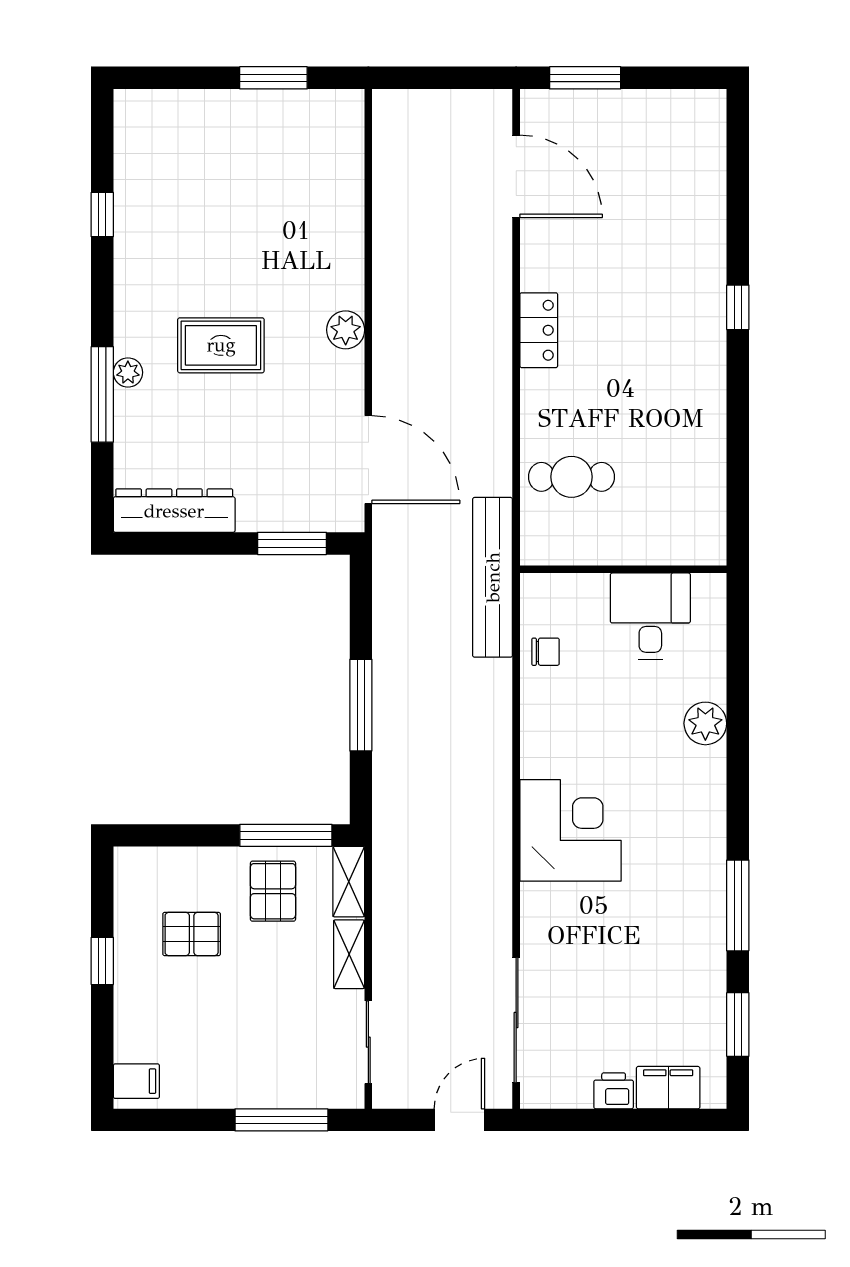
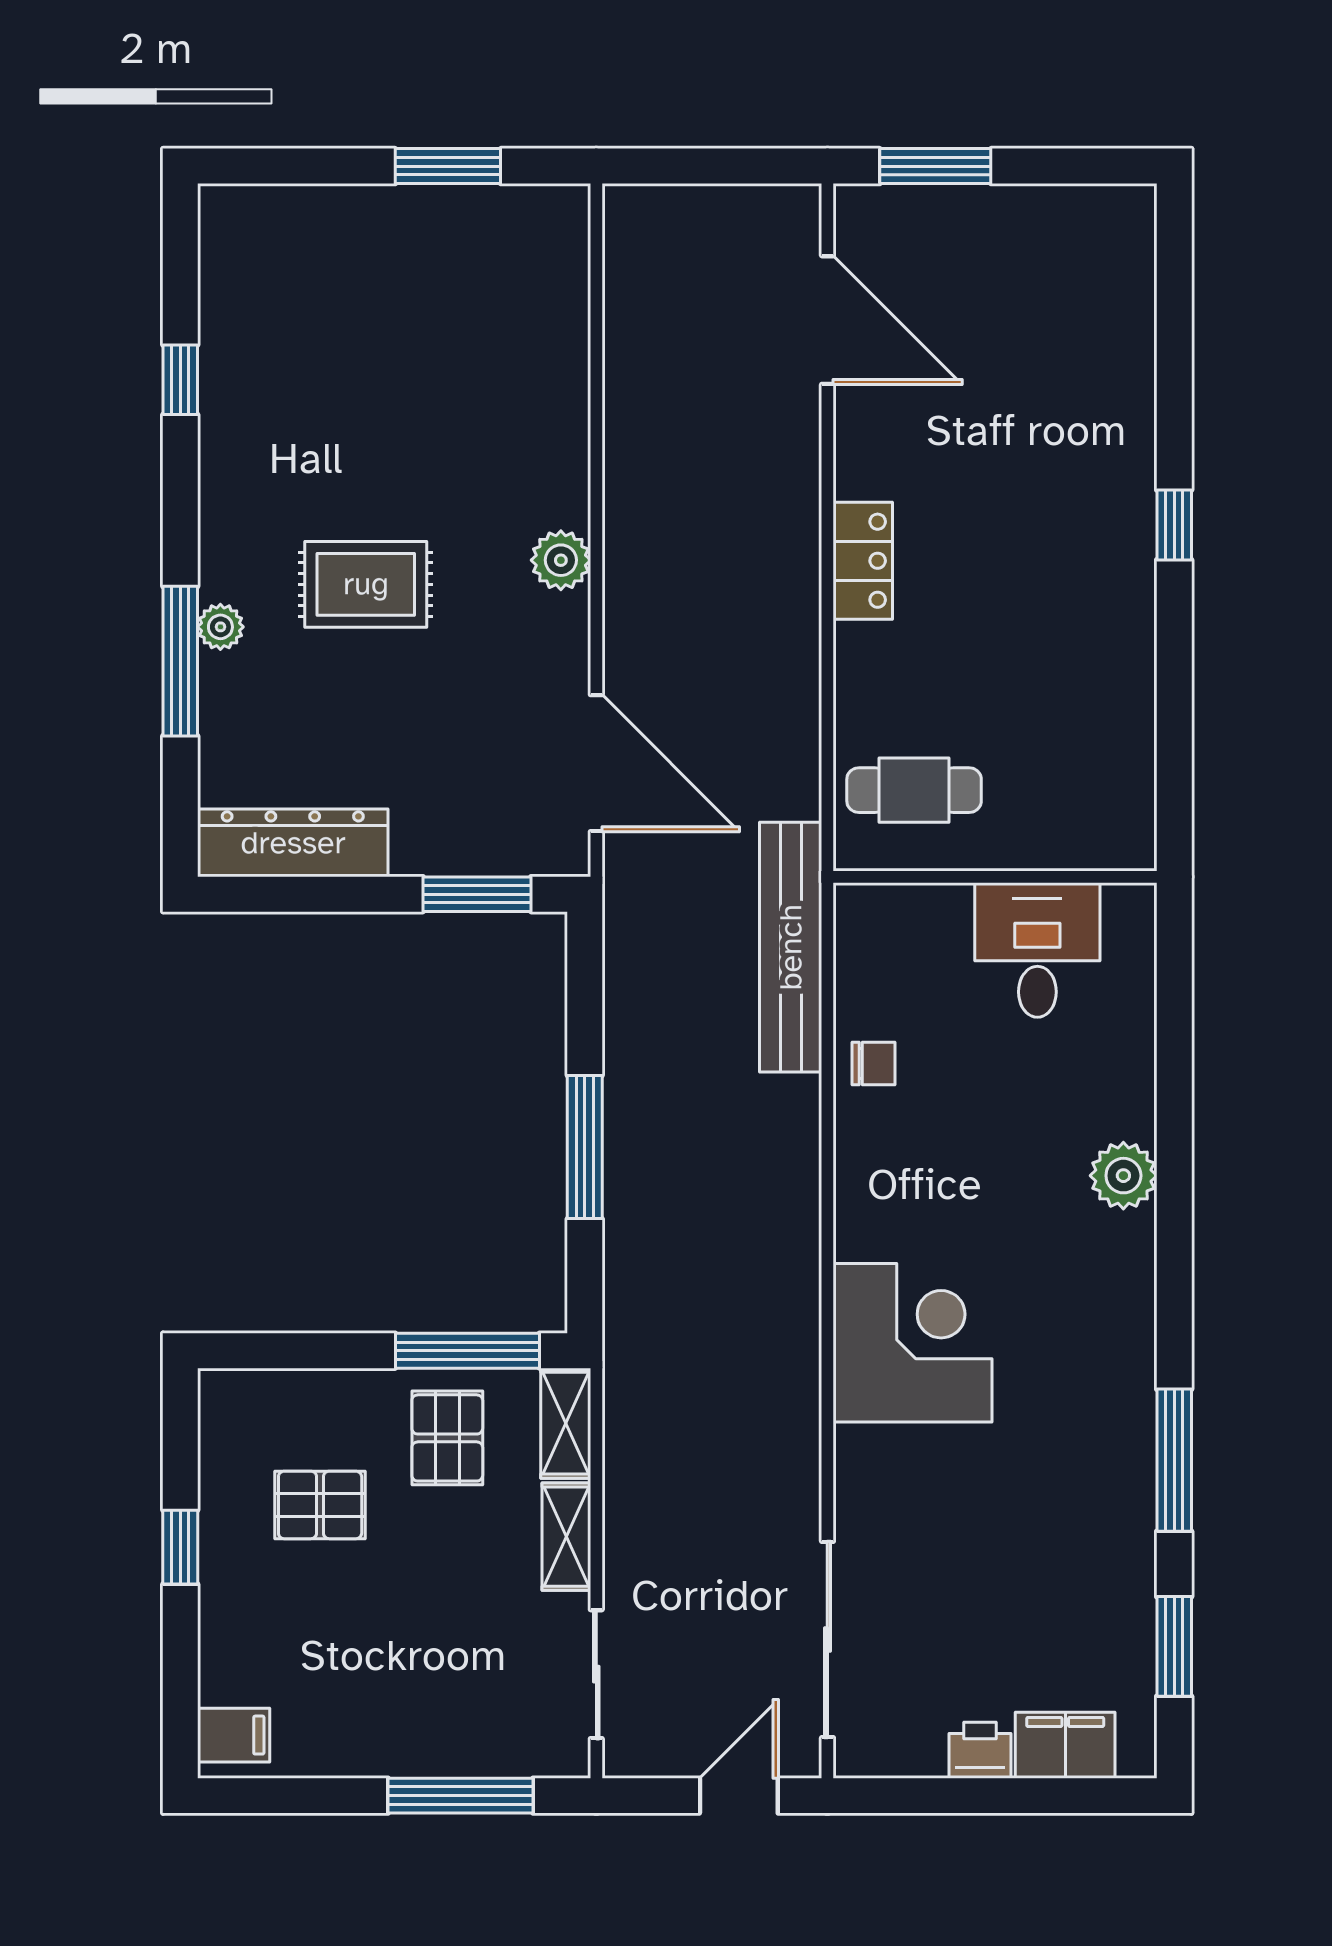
wall: (623, 569) -> (995, 877), moved
desk: (650, 616) -> (1037, 950), moved

